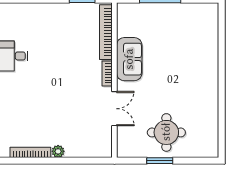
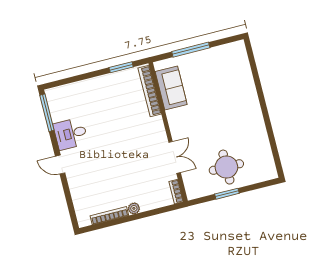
sofa: (129, 59) -> (171, 88), moved
bookcase: (107, 73) -> (176, 192), moved

